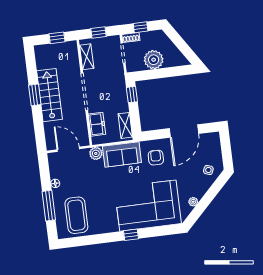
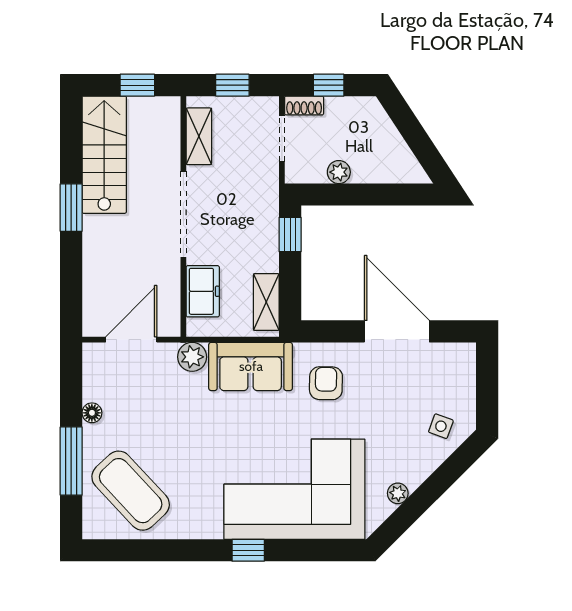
plant: (154, 60) -> (339, 172), width x0.53, depth x0.53
stairs: (50, 95) -> (104, 155), moved
door: (184, 131) -> (397, 331), swing flipped
door: (68, 149) -> (131, 340), hinge flipped
coffee table: (76, 215) -> (131, 491), turned -43

